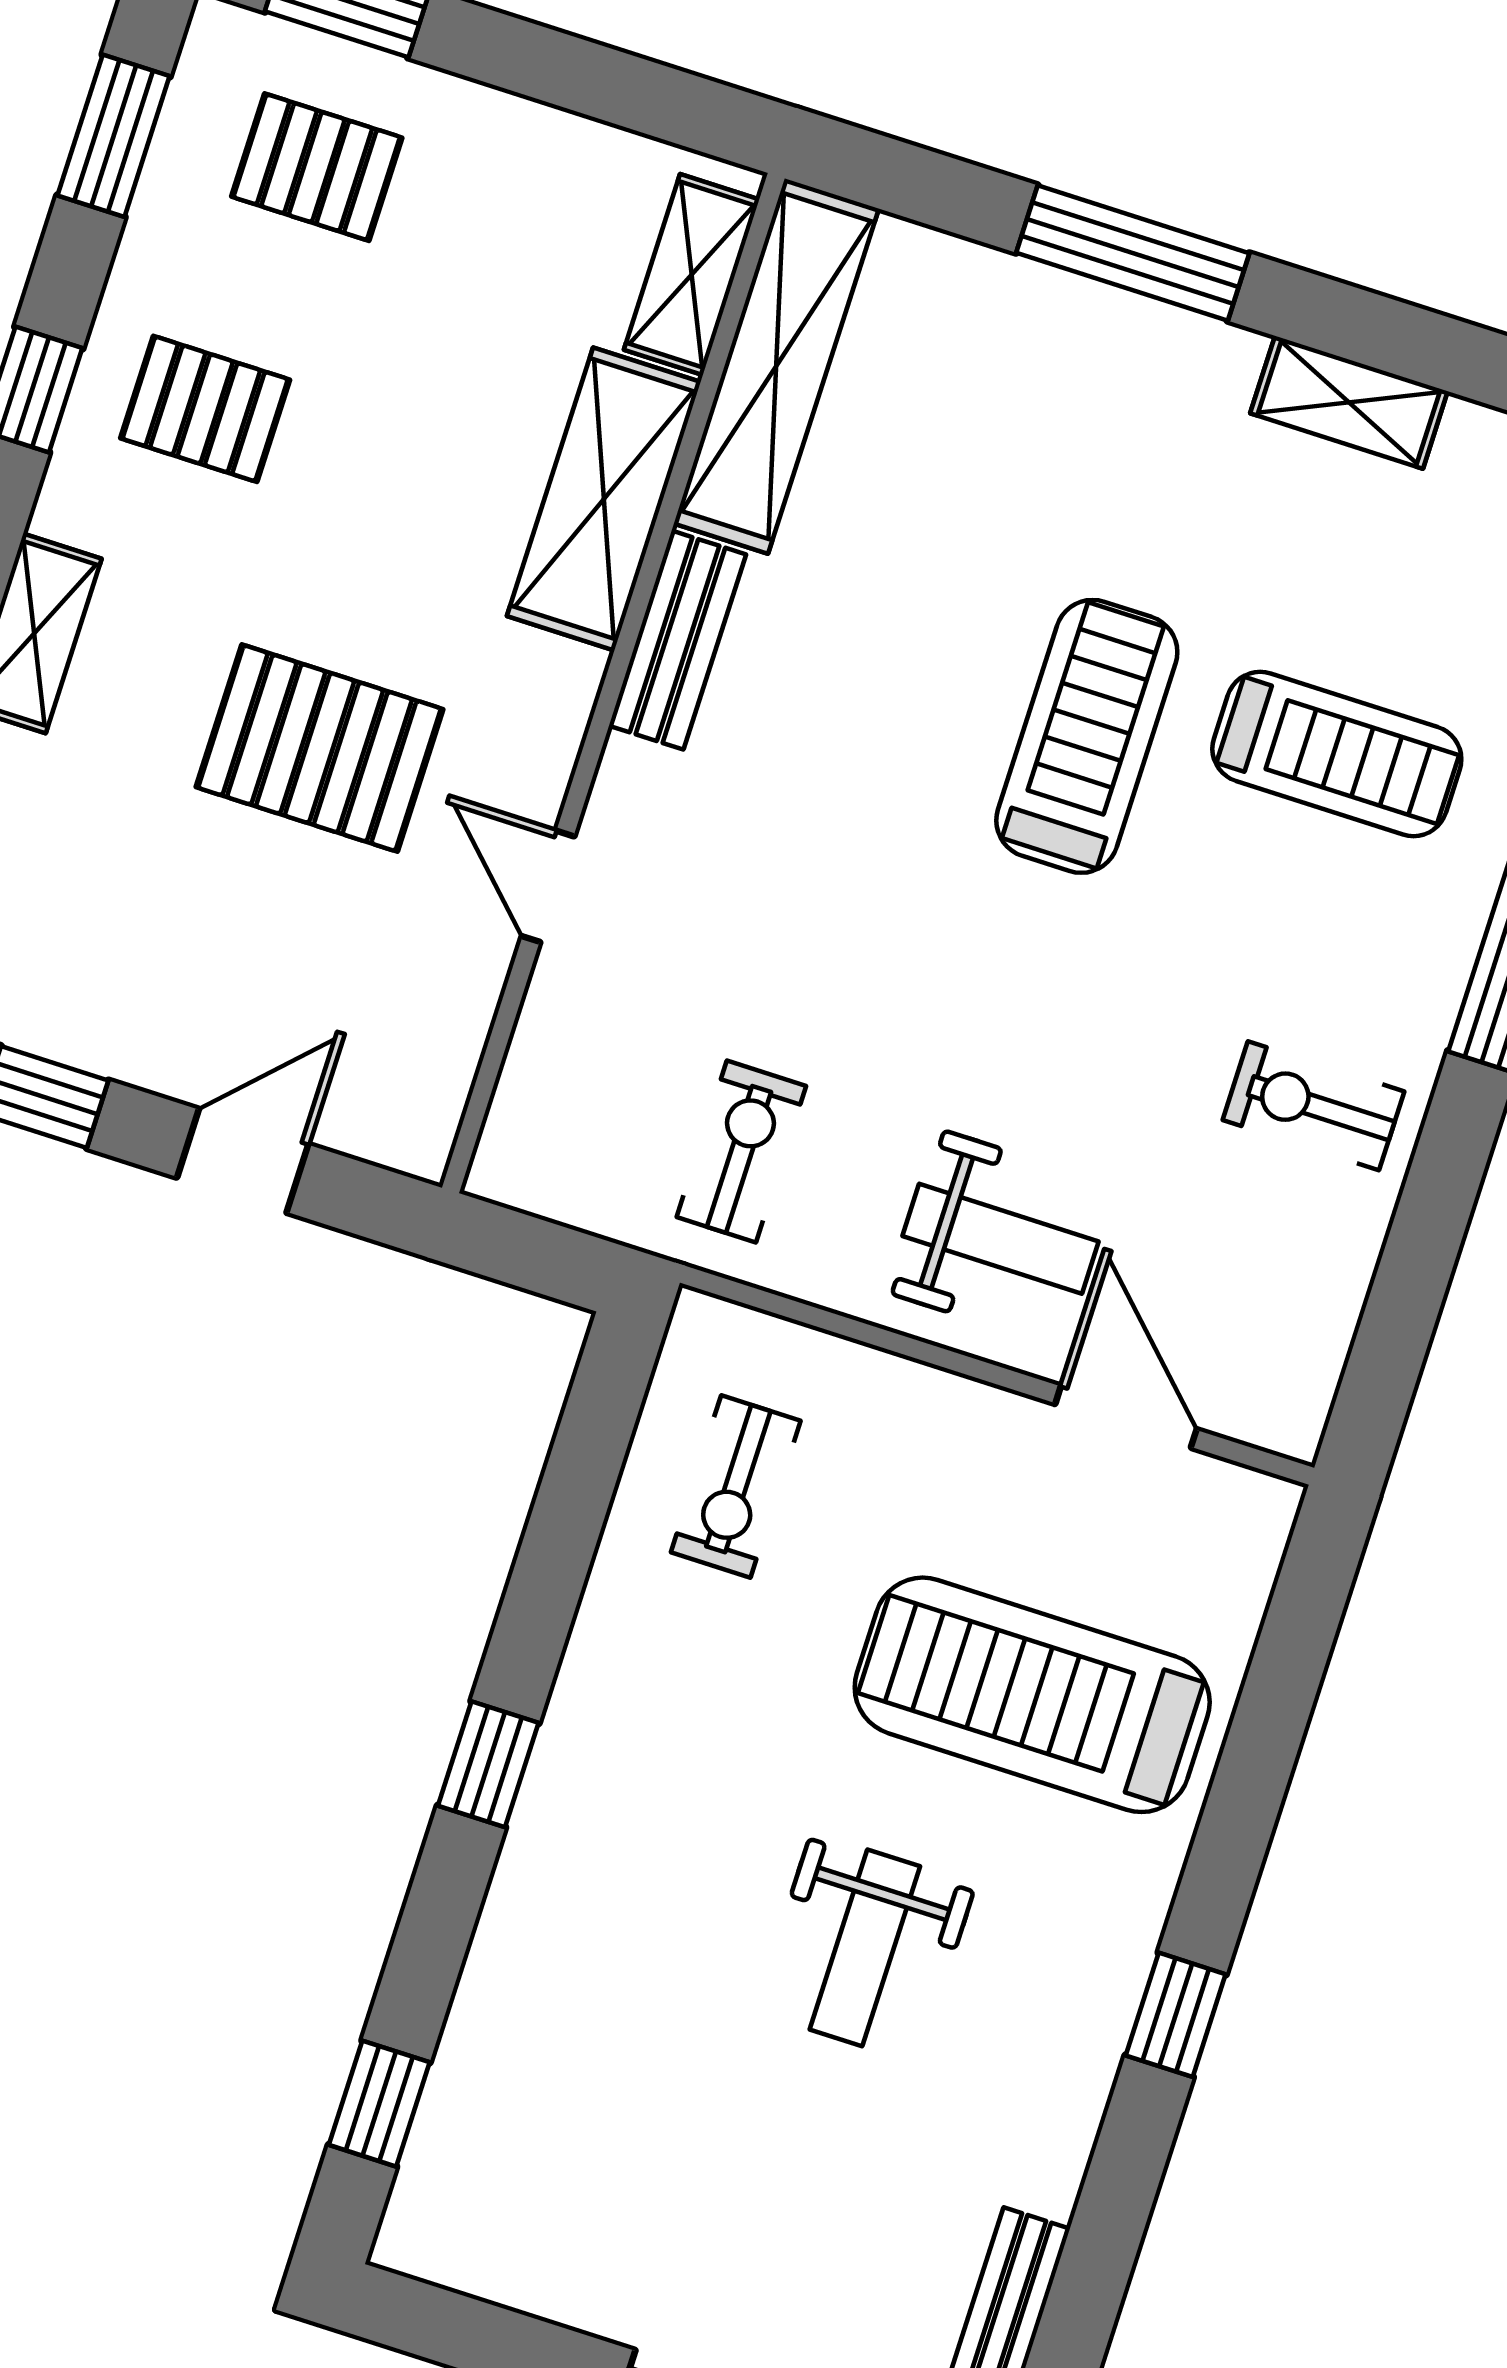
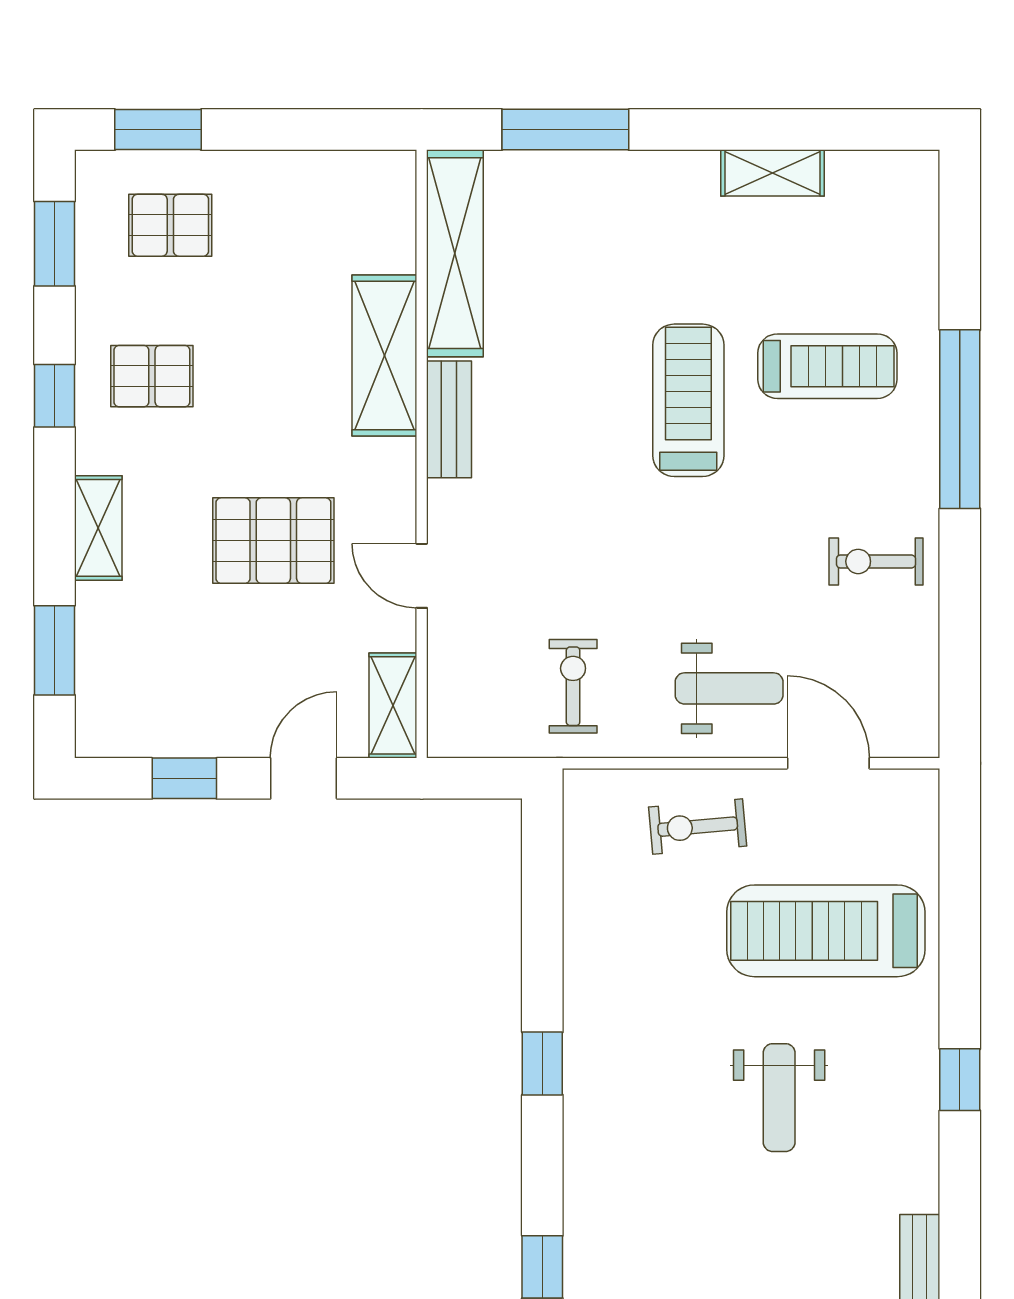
window: (1133, 253) -> (565, 130), moved
shelving: (692, 275) -> (393, 705), moved
exercise bike: (736, 1487) -> (698, 827), moved, turned 85

